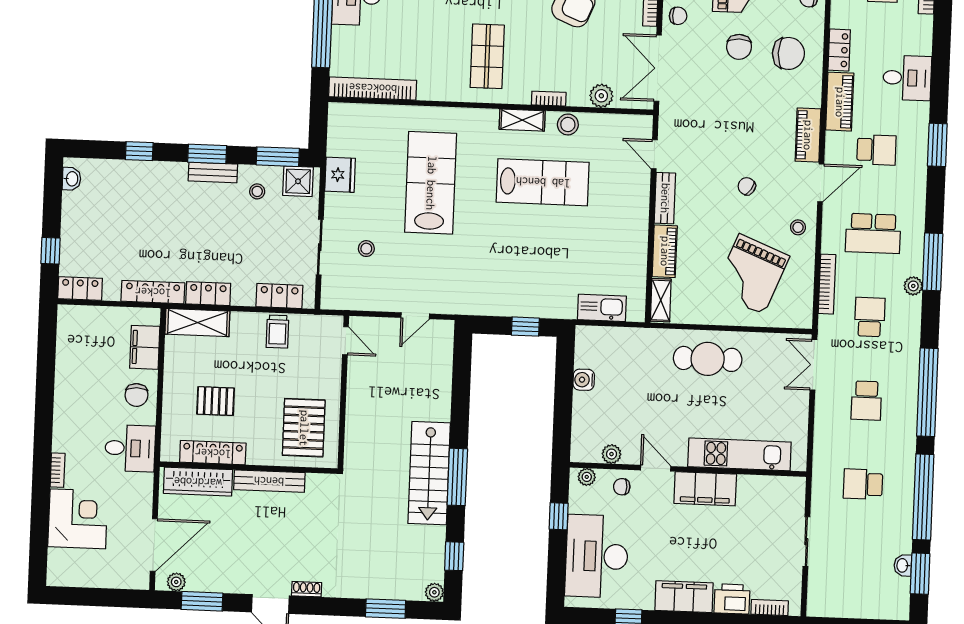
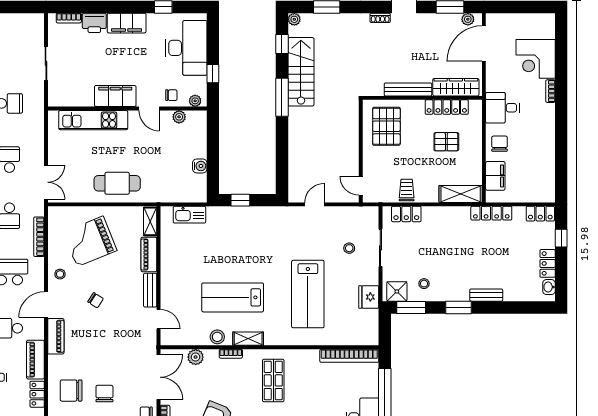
window: (139, 151) -> (504, 307), removed
bench: (213, 172) -> (486, 295), moved
grand piano: (751, 274) -> (90, 241), turned -134
locker: (208, 294) -> (548, 263), moved, turned 90
stairs: (429, 473) -> (301, 72), moved

